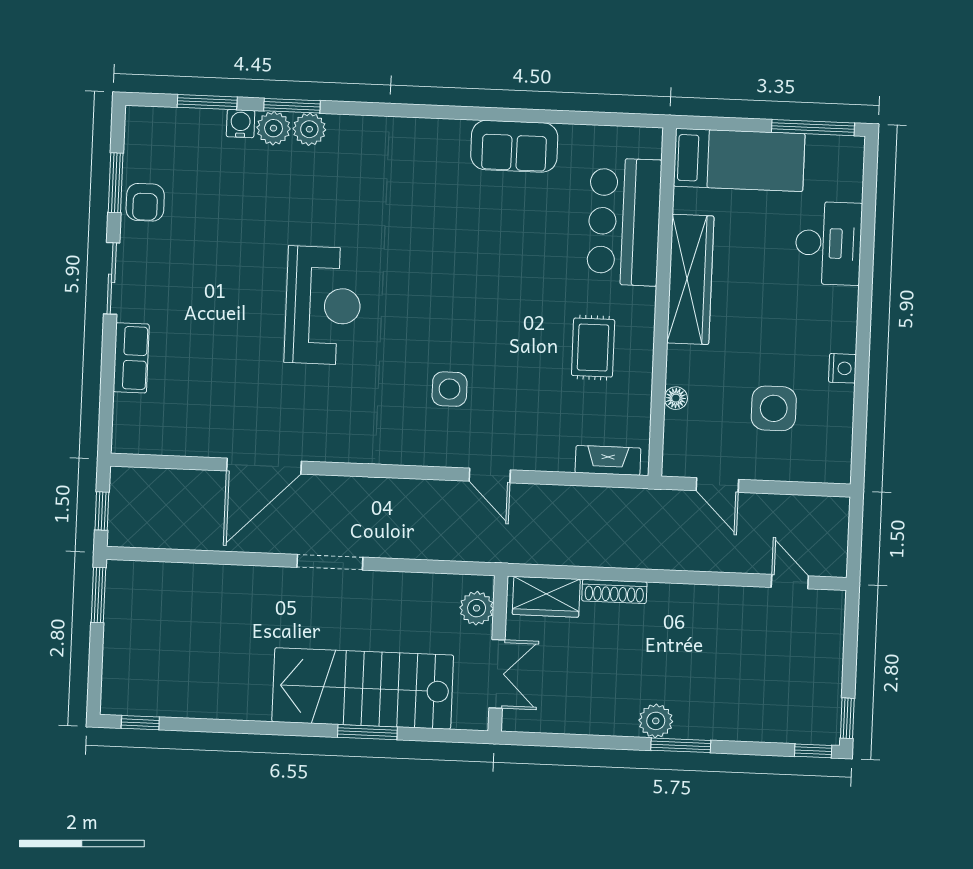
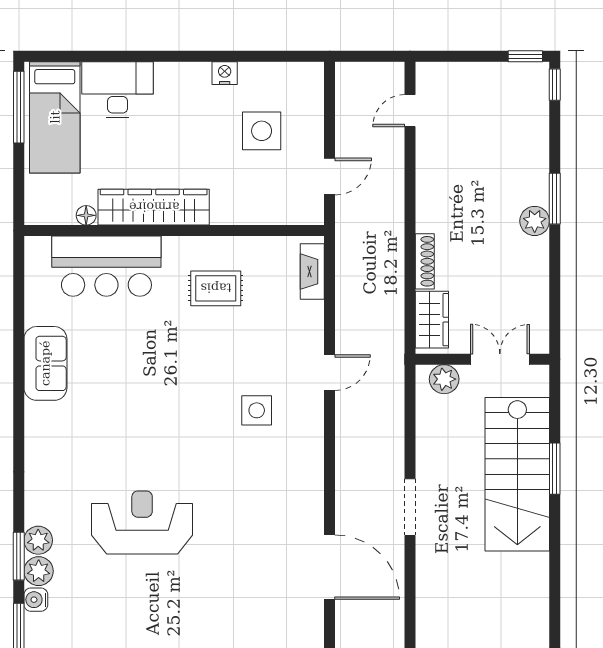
bed: (739, 160) -> (55, 117), moved, turned 180
reception desk: (323, 306) -> (142, 522), moved
floor lamp: (676, 398) -> (86, 215), moved

